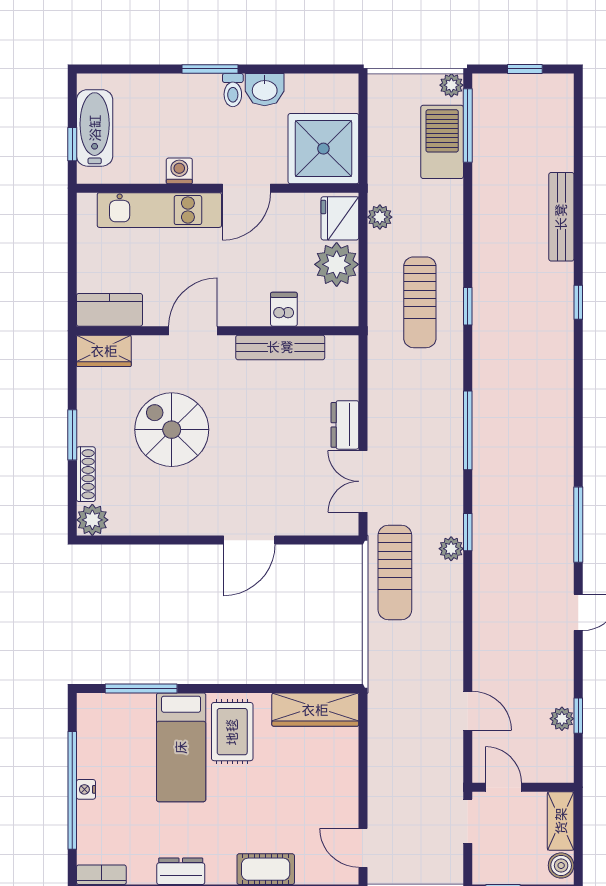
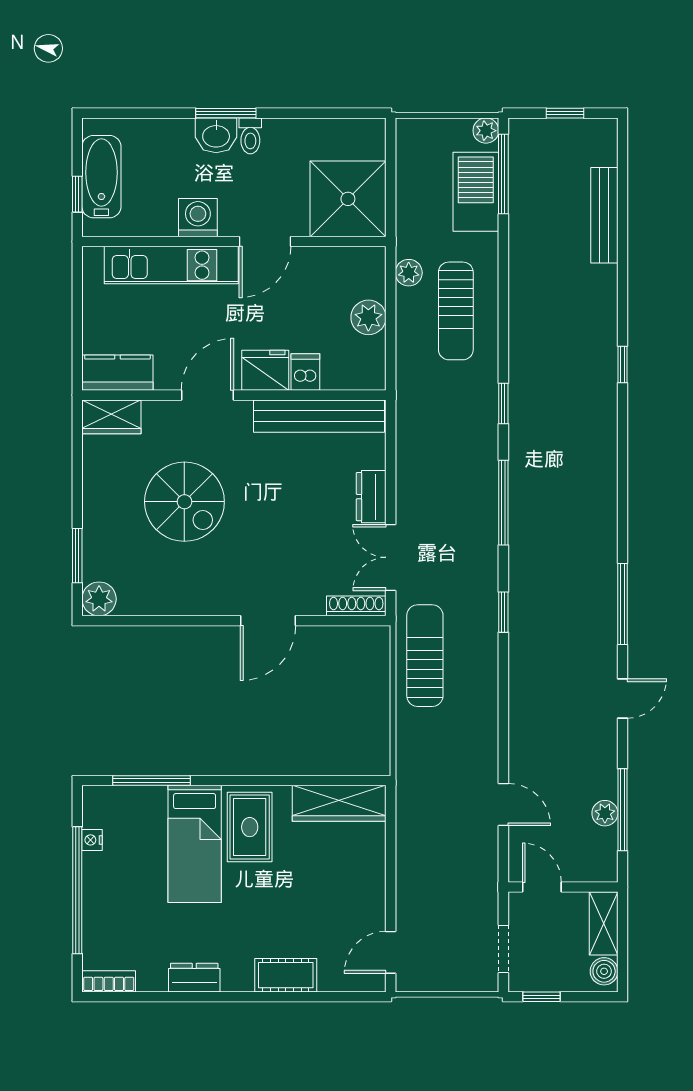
washbasin: (265, 90) -> (216, 135), moved
washing machine: (179, 171) -> (198, 218), width x1.38, depth x1.38
bench: (561, 217) -> (604, 215), moved
fridge: (340, 218) -> (265, 370), moved, turned 90
plant: (337, 264) -> (368, 317), width x0.73, depth x0.73
sun lounger: (420, 302) -> (456, 311), moved
window: (468, 306) -> (503, 404), moved
bench: (280, 347) -> (319, 416), width x1.37, depth x1.21
spiral stairs: (172, 430) -> (184, 502), turned 180
window: (72, 435) -> (77, 556), moved
shoe rack: (86, 474) -> (356, 606), moved, turned -90
plant: (451, 549) -> (486, 630), removed
sun lounger: (395, 572) -> (425, 656), turned 180
window: (578, 716) -> (622, 810), width x2.17
nightstand: (86, 789) -> (92, 840), moved
doorway: (468, 821) -> (503, 949), moved
door: (363, 848) -> (391, 952), hinge flipped

